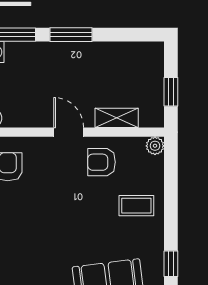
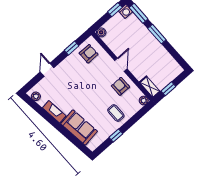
shelving: (117, 118) -> (150, 87), moved
window: (171, 264) -> (116, 135), moved

